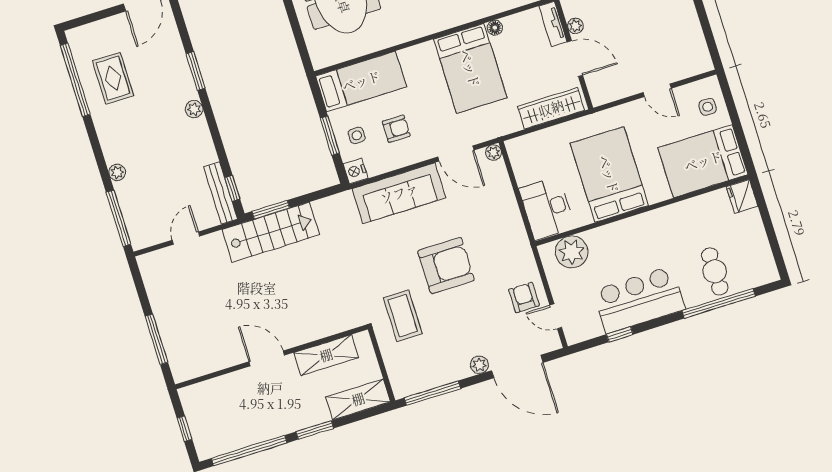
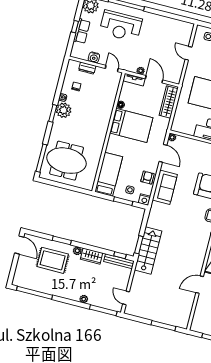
door: (575, 59) -> (154, 79), hinge flipped
rug: (113, 78) -> (53, 260), moved, width x1.36, depth x1.43
door: (657, 90) -> (188, 53), swing flipped
armchair: (396, 129) -> (147, 178), moved
wardrobe: (200, 140) -> (91, 256), added
door: (456, 153) -> (163, 153), hinge flipped
sofa: (399, 193) -> (165, 187), width x0.73
door: (186, 238) -> (126, 298), moved

